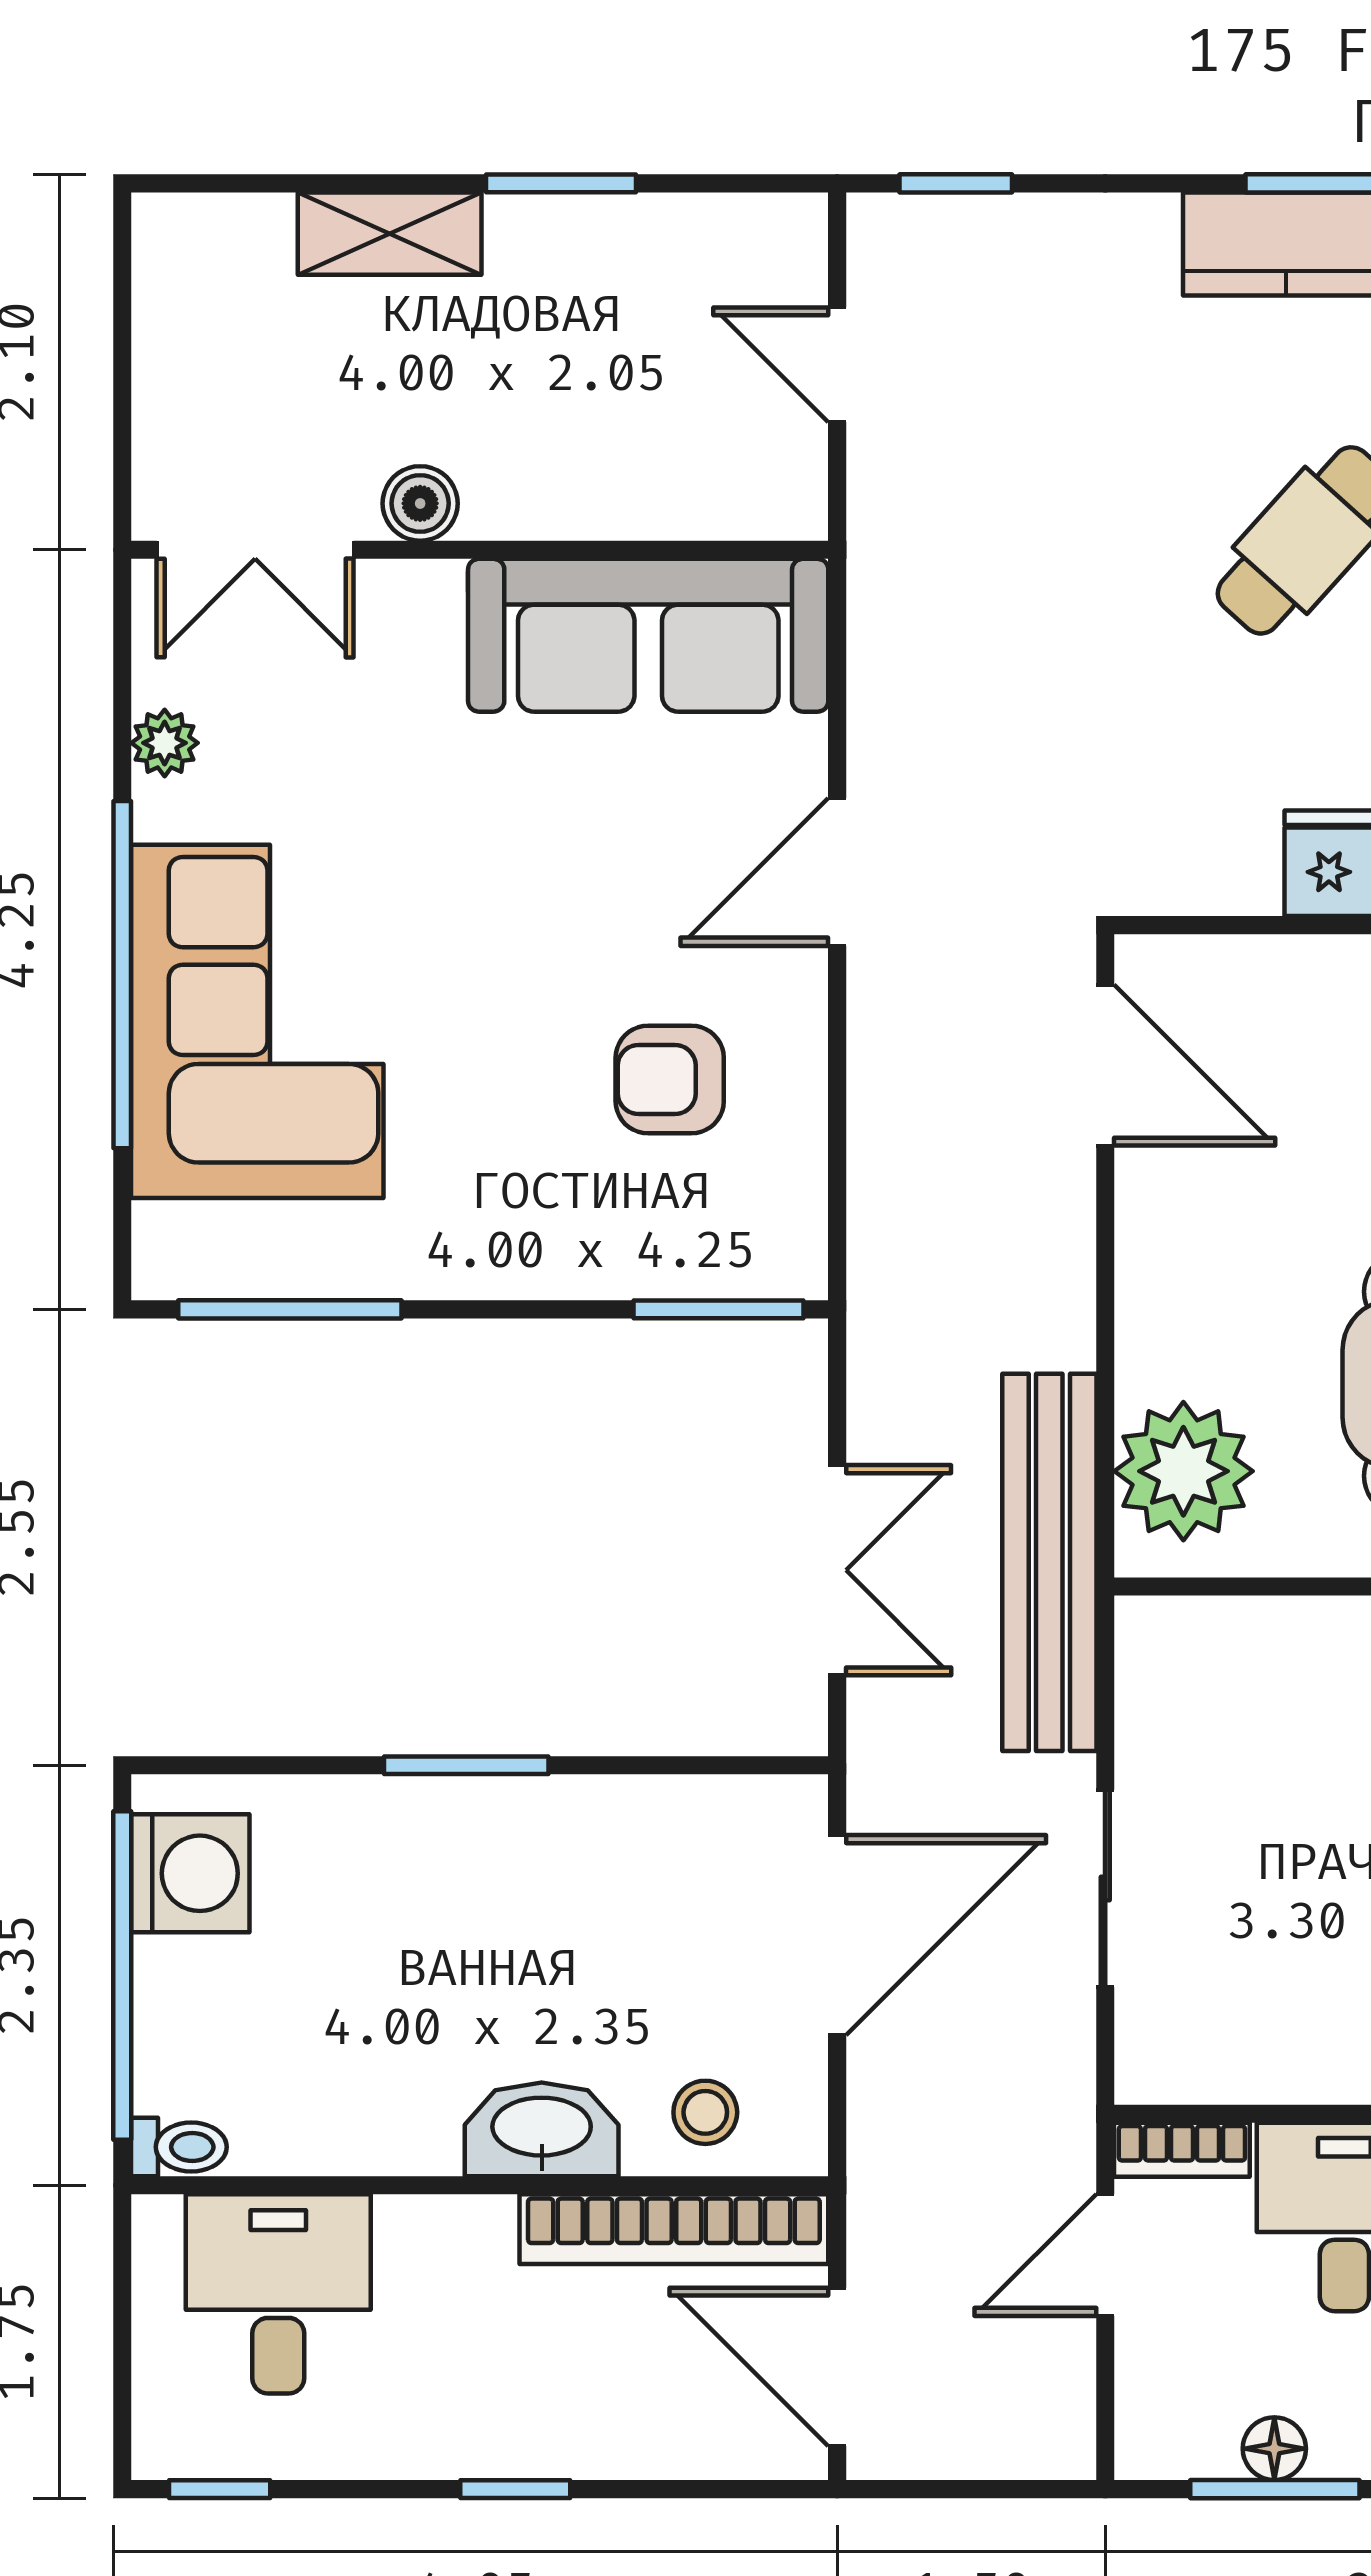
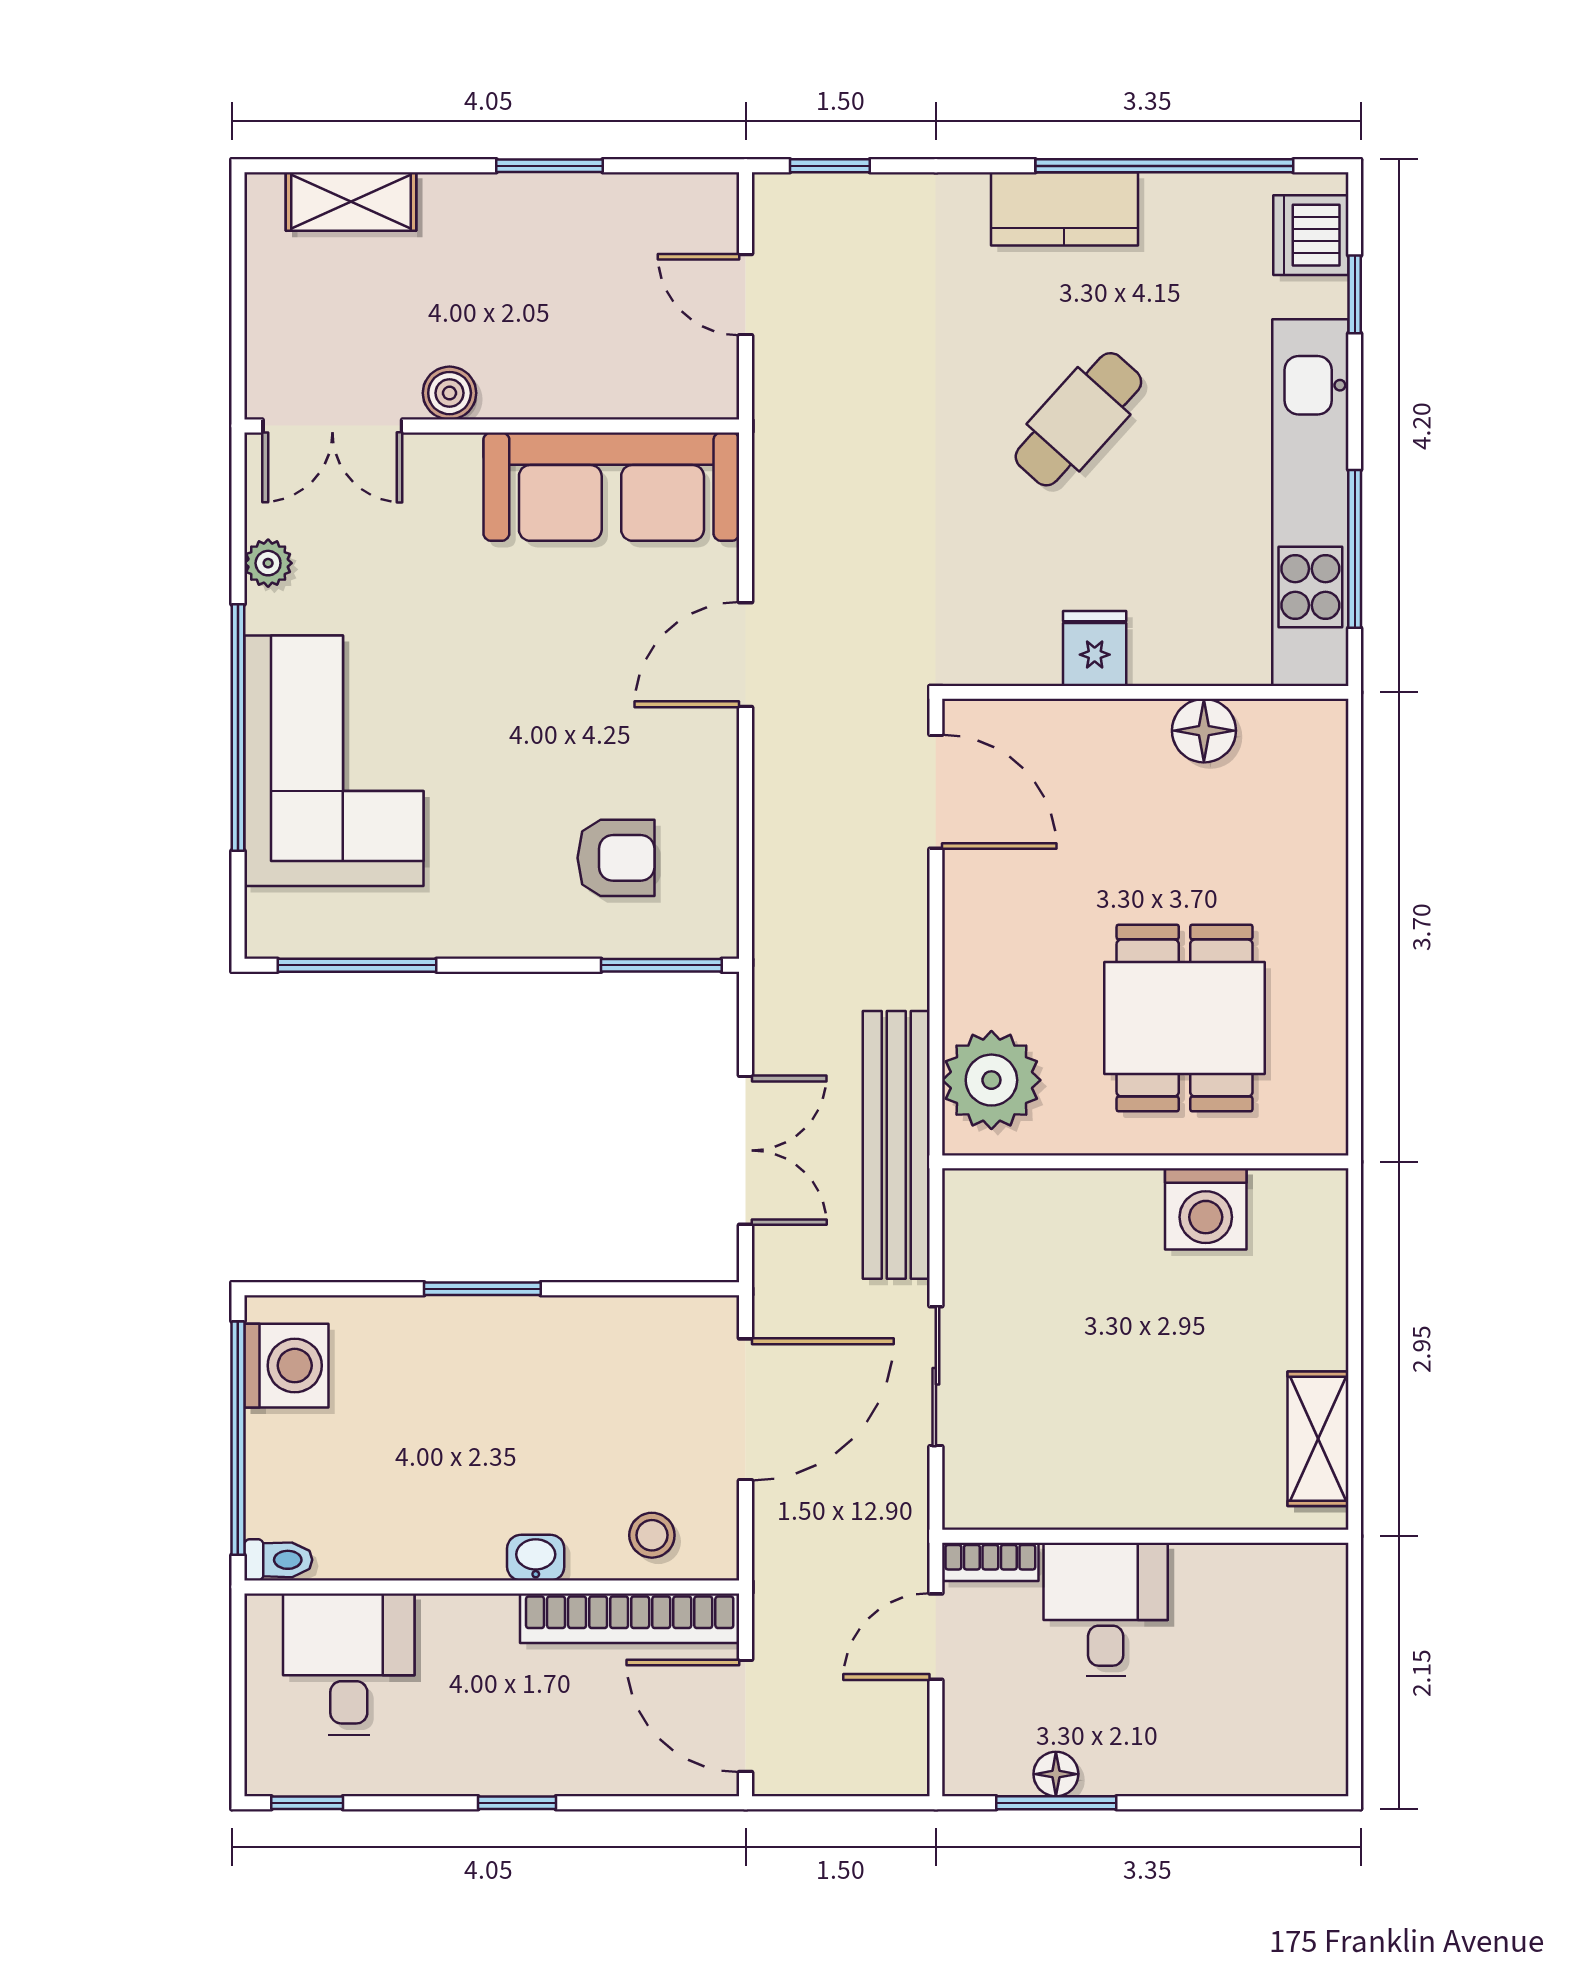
shelving: (390, 234) -> (351, 201), moved
armchair: (670, 1080) -> (616, 858), moved, turned 180
washbasin: (542, 2129) -> (536, 1558), width x0.52, depth x0.69

